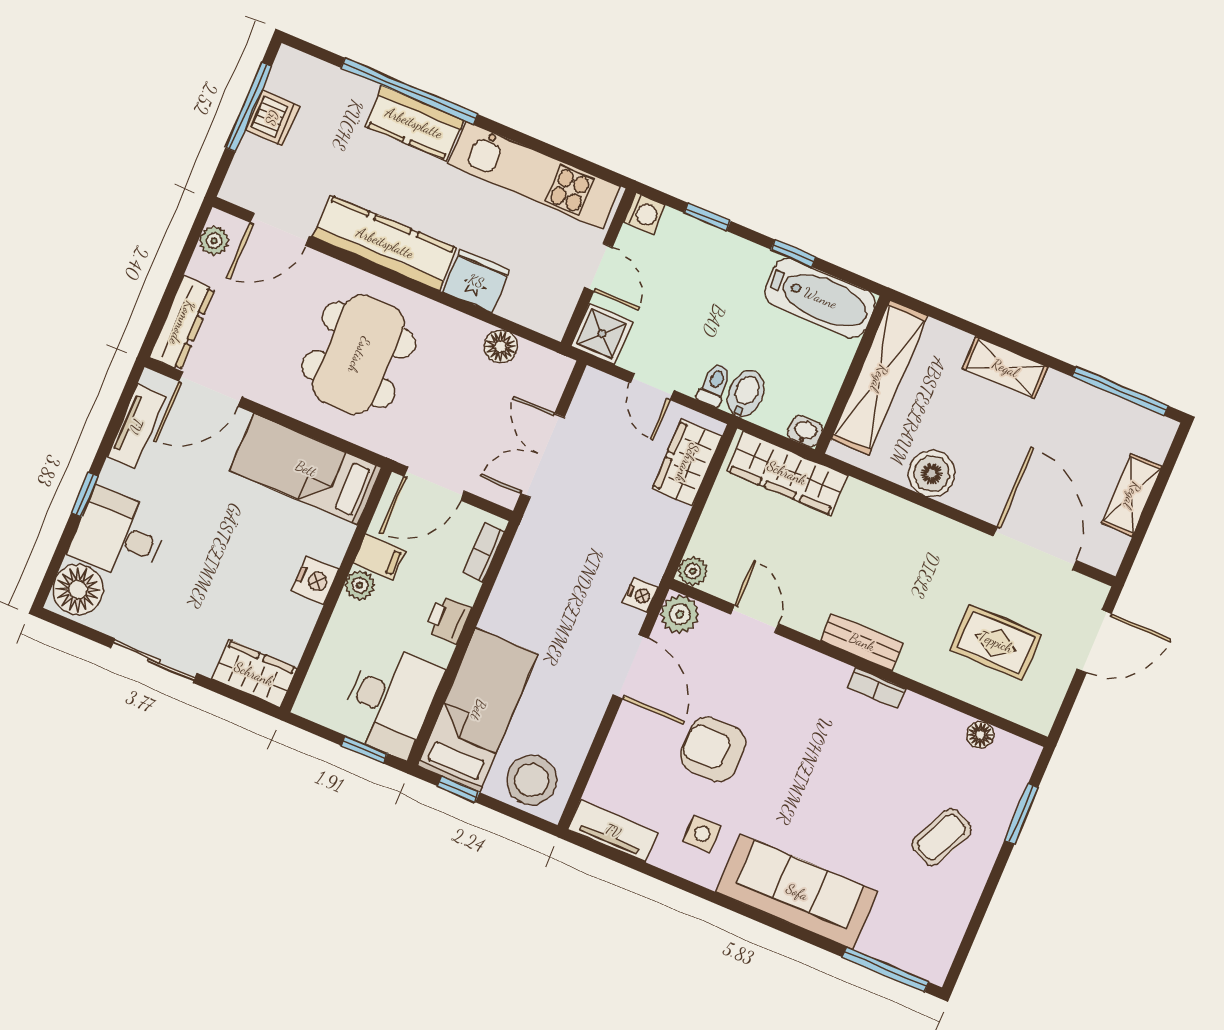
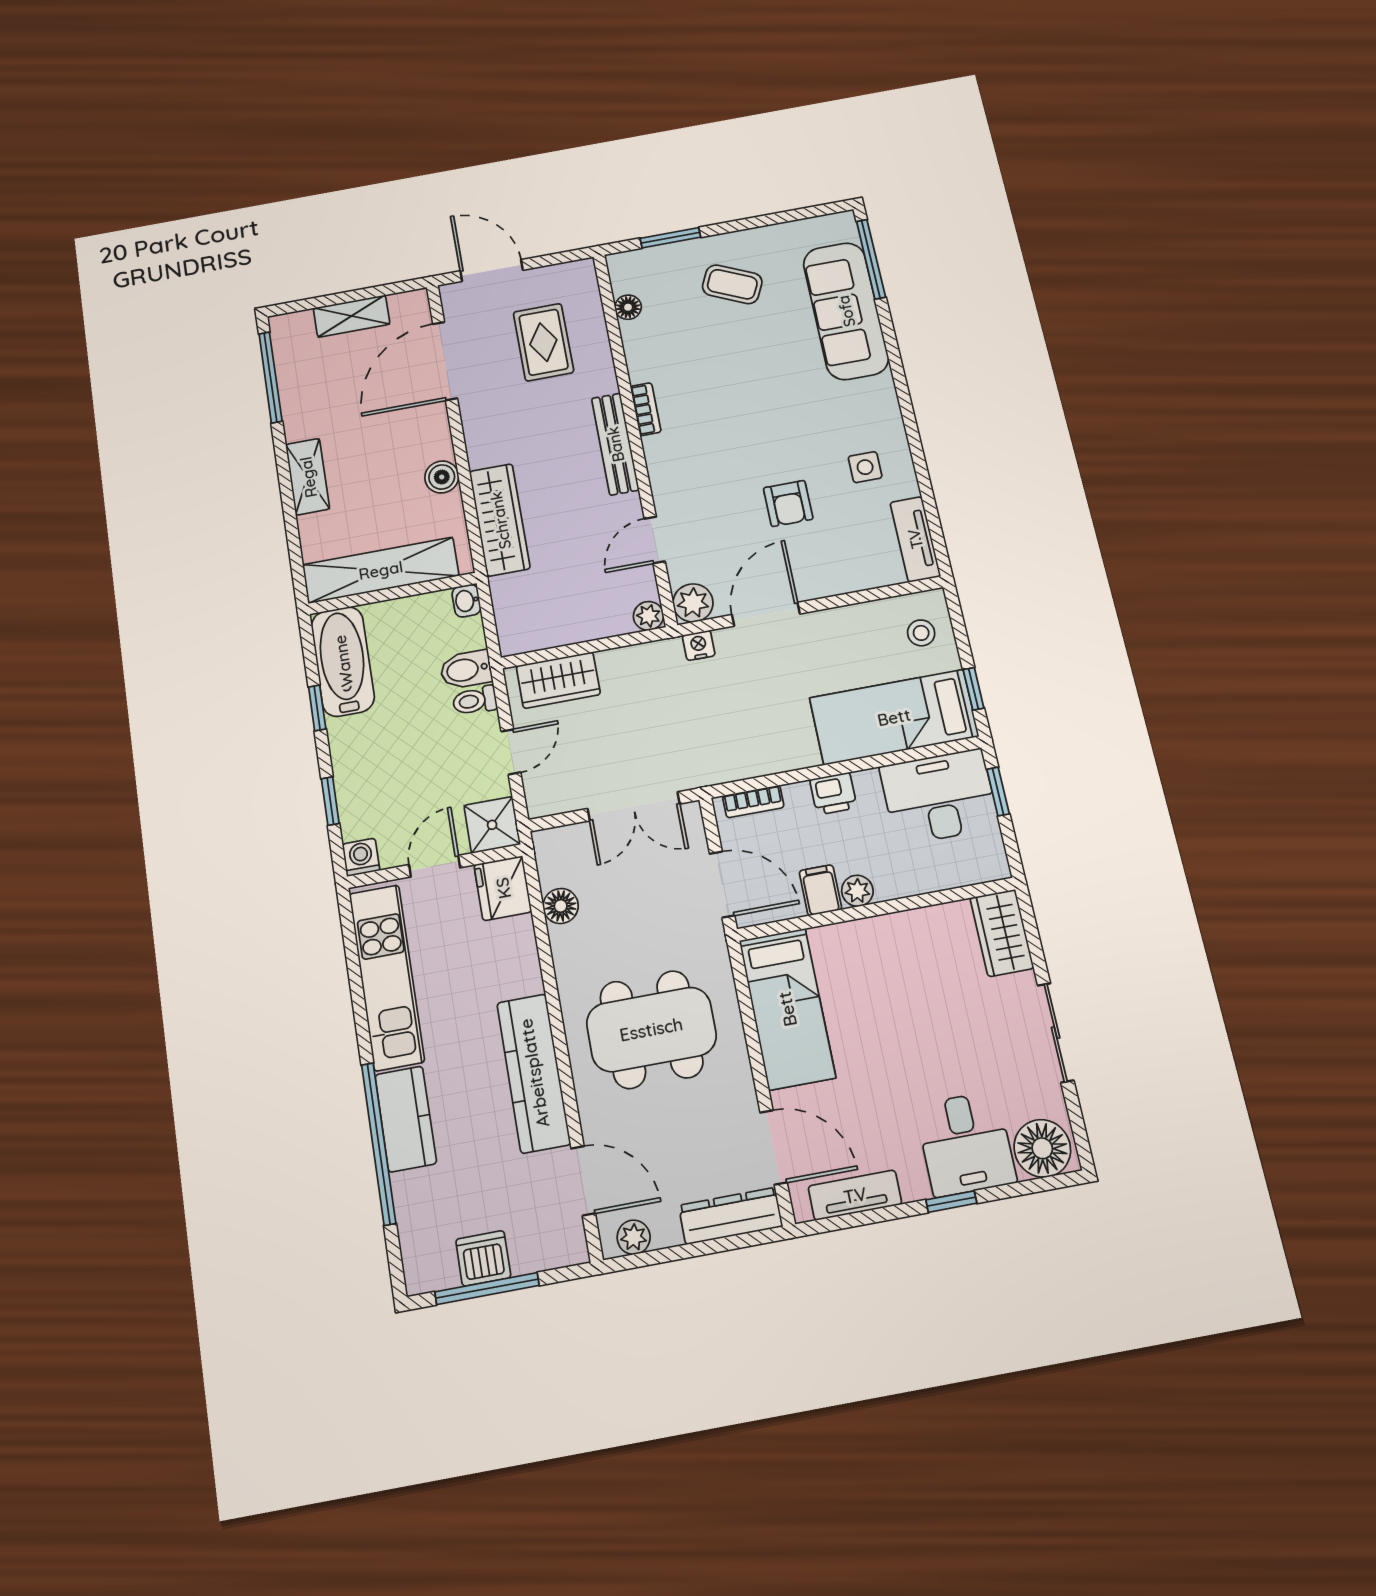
fridge: (476, 281) -> (503, 888), moved
wardrobe: (787, 473) -> (500, 520), moved
boiler: (932, 474) -> (442, 477), width x0.73, depth x0.73
nightstand: (315, 580) -> (881, 934), removed
bench: (862, 642) -> (615, 444), width x1.36
armchair: (713, 749) -> (788, 504), width x0.72, depth x0.72
stool: (532, 780) -> (921, 633), width x0.53, depth x0.53
sofa: (797, 892) -> (846, 311), moved

